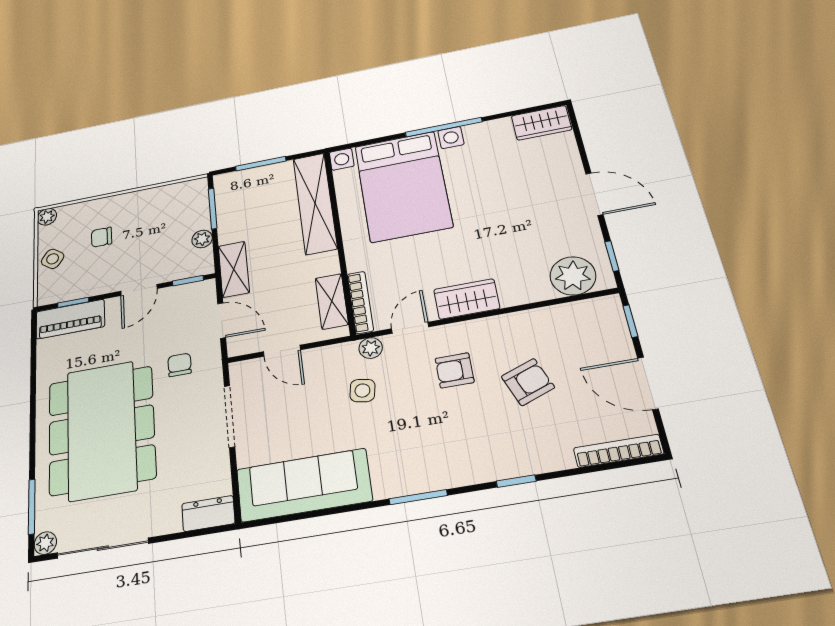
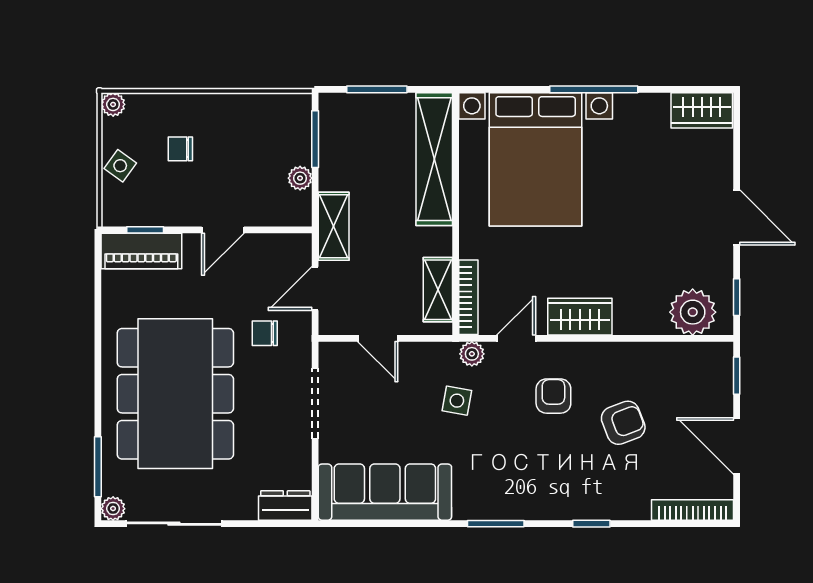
window: (188, 281) -> (280, 230), removed
door: (222, 321) -> (315, 288), swing flipped
chair: (180, 365) -> (265, 333), turned -90
armchair: (455, 370) -> (553, 396), turned 90

